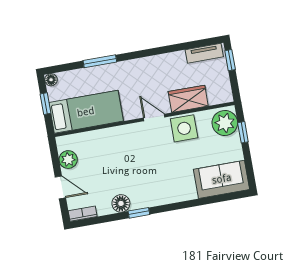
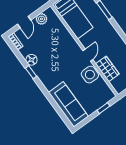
plant: (225, 123) -> (104, 96), removed
sofa: (222, 179) -> (68, 104), width x1.36

